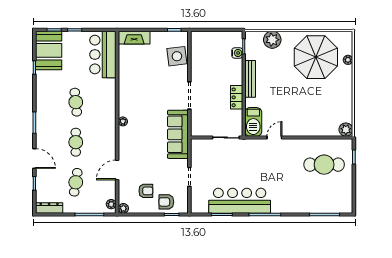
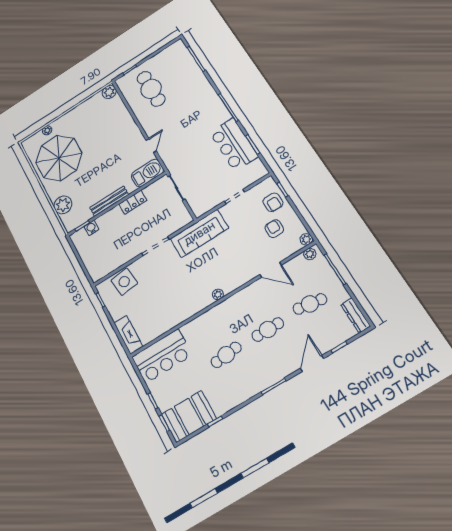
door: (274, 138) -> (151, 146), swing flipped
bar counter: (240, 201) -> (234, 144), width x0.73

